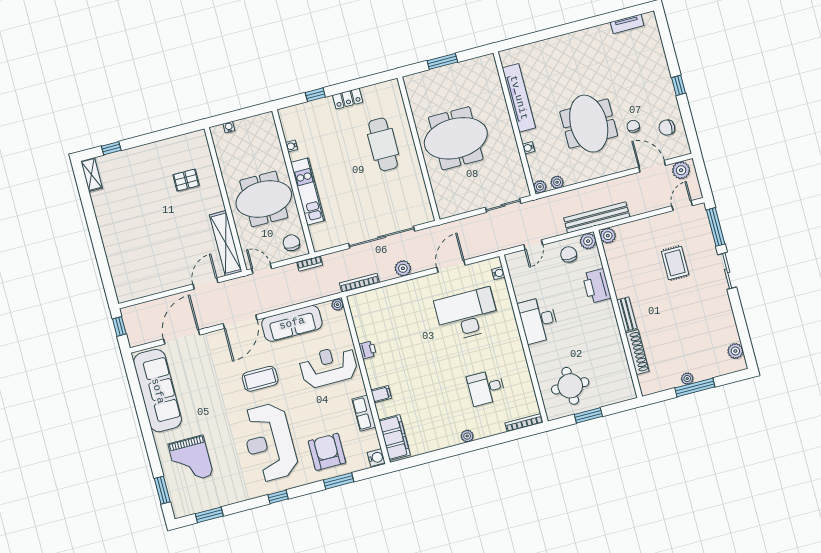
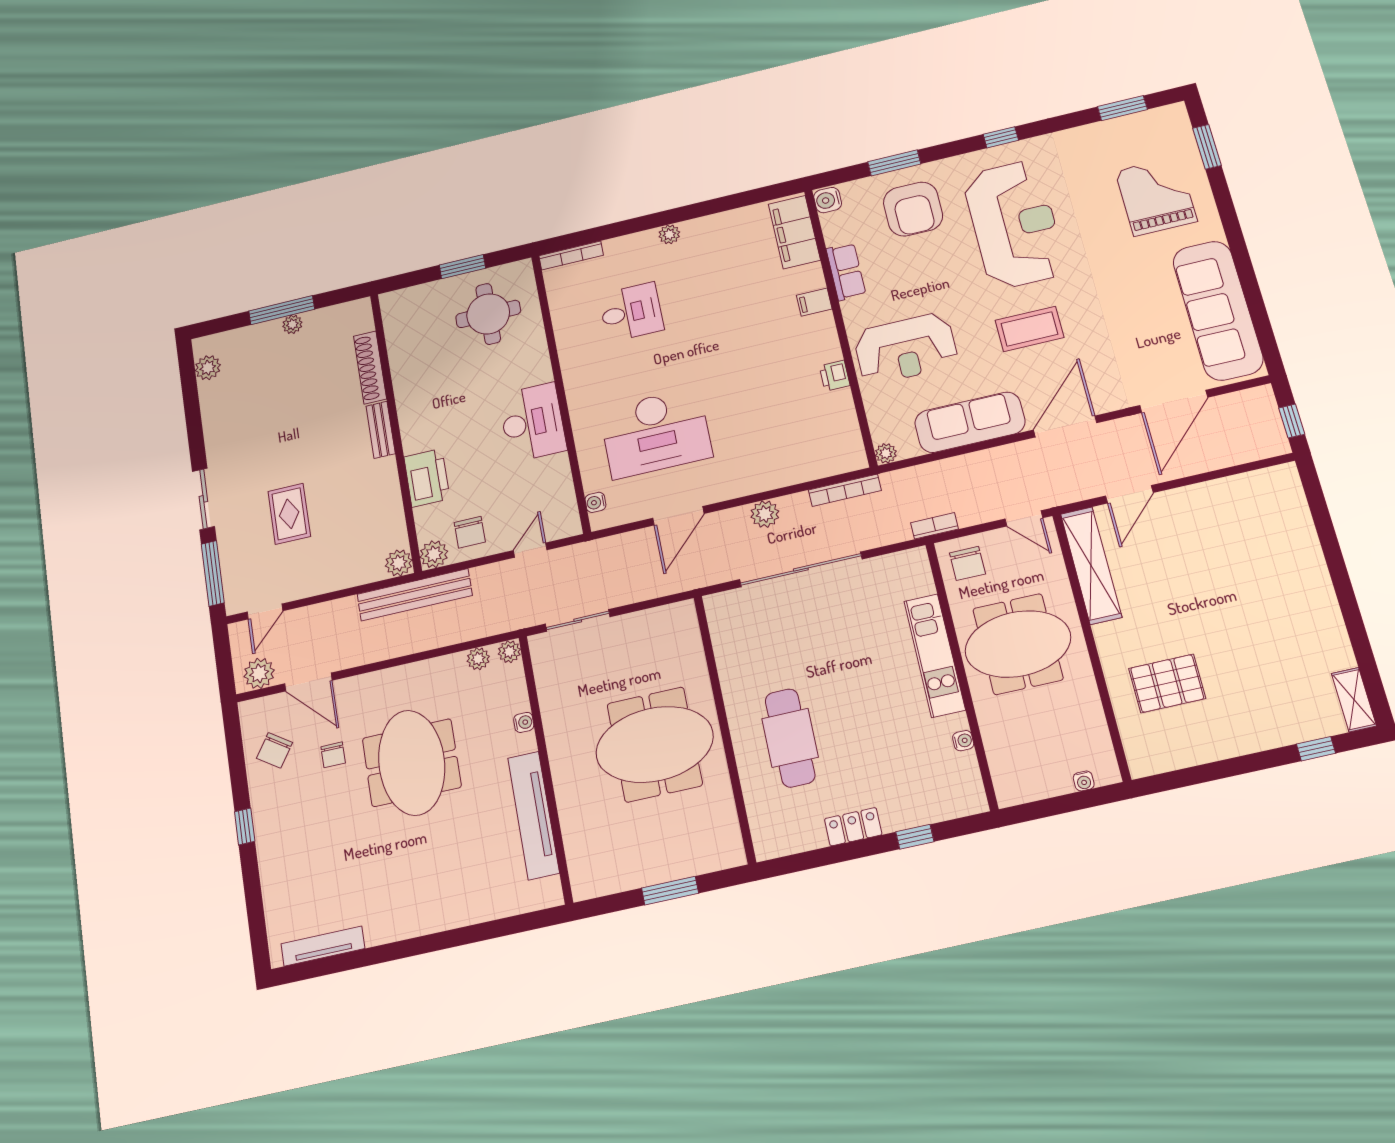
tv unit: (627, 24) -> (323, 946), width x1.41
chair: (667, 128) -> (274, 750), turned 124
pallet: (186, 180) -> (1167, 683), width x1.50, depth x1.42

